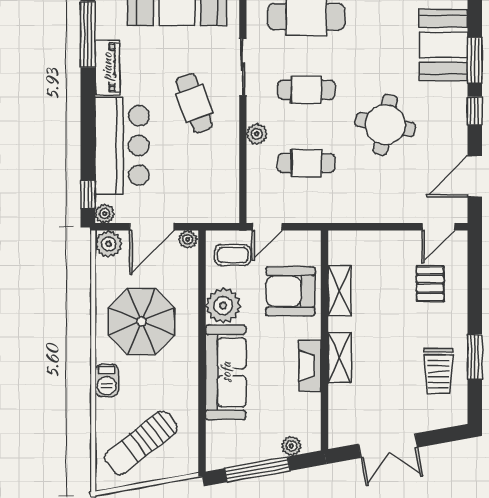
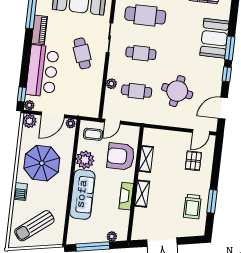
round table: (385, 125) -> (177, 91), moved
plant: (257, 134) -> (111, 84), moved

